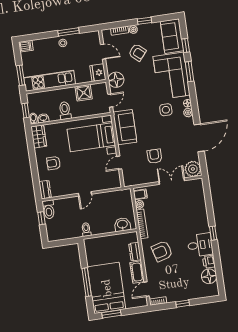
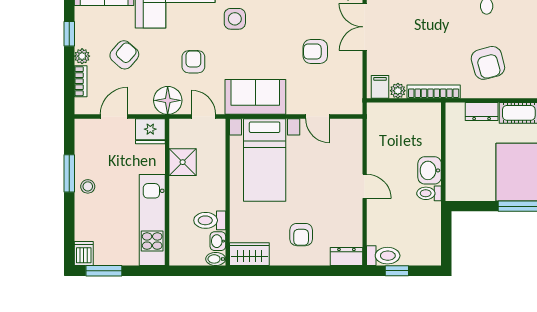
window: (21, 75) -> (104, 271), moved
armchair: (139, 91) -> (193, 62), added
window: (26, 110) -> (199, 271), removed
toilet: (65, 111) -> (210, 220), moved
washbasin: (122, 225) -> (430, 170), moved

